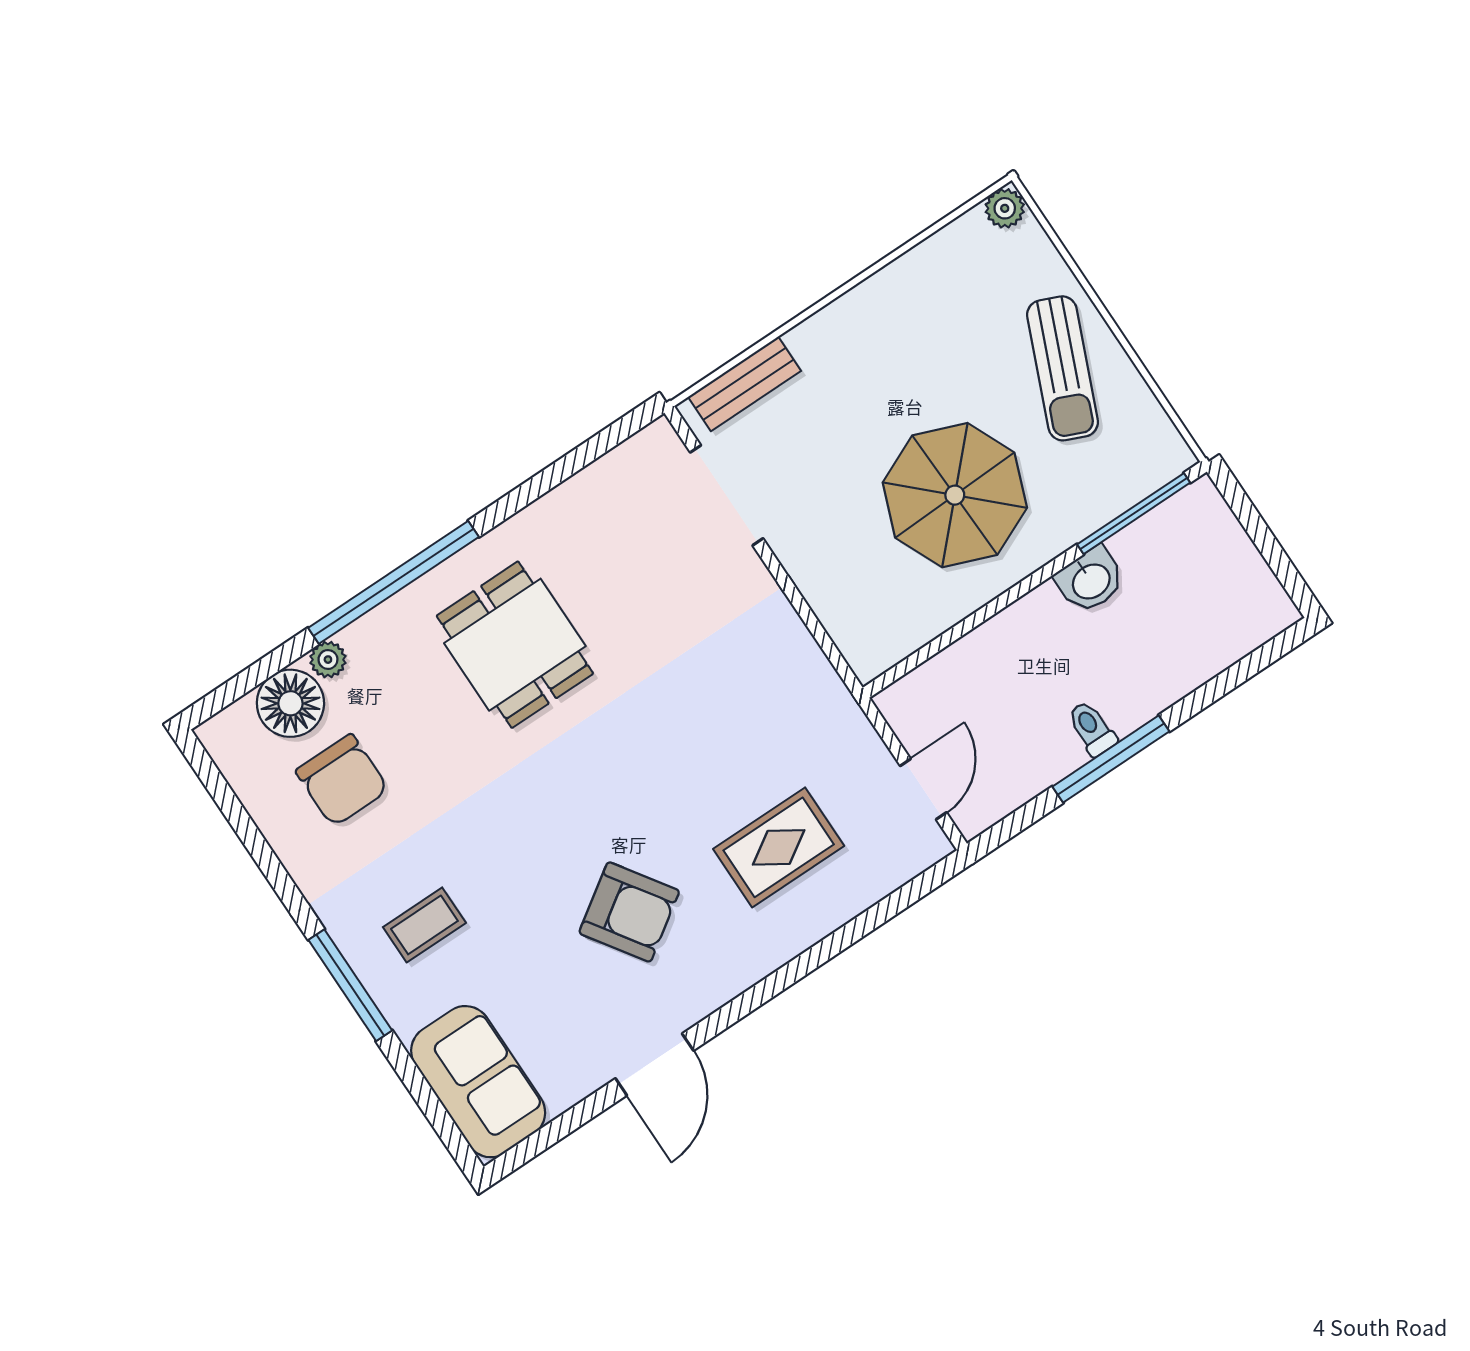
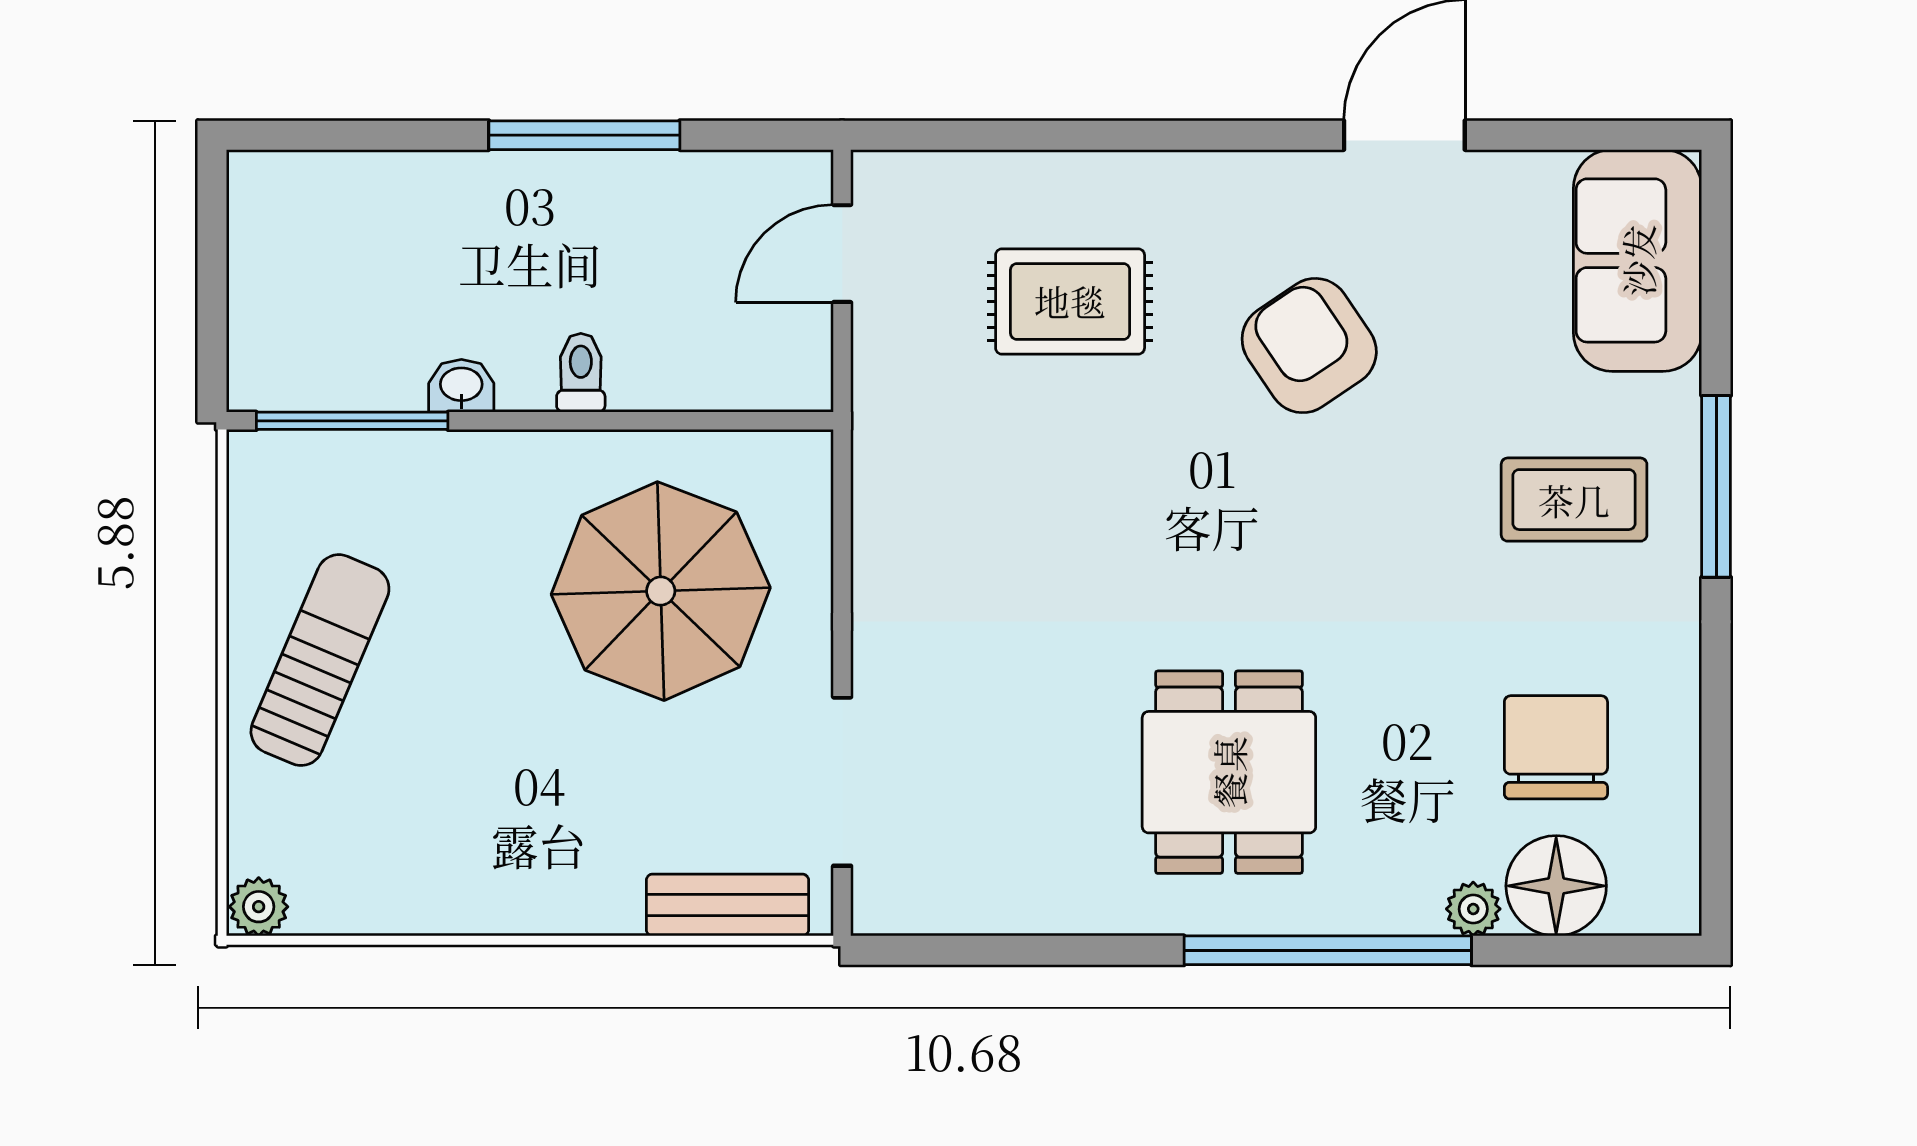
parasol: (955, 495) -> (661, 591), moved
washbasin: (1090, 580) -> (461, 386), width x0.72, depth x0.69
toilet: (1092, 728) -> (581, 373), moved, turned 180
coffee table: (424, 925) -> (1574, 500), width x1.36, depth x1.30

